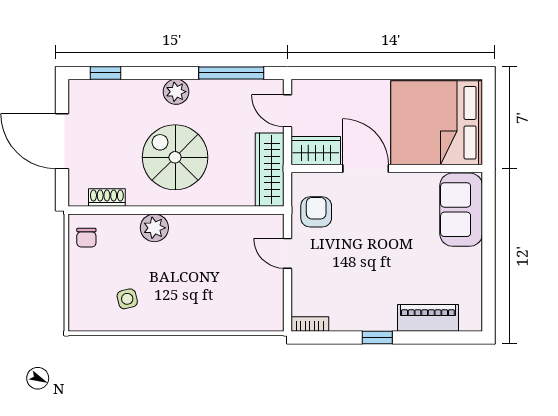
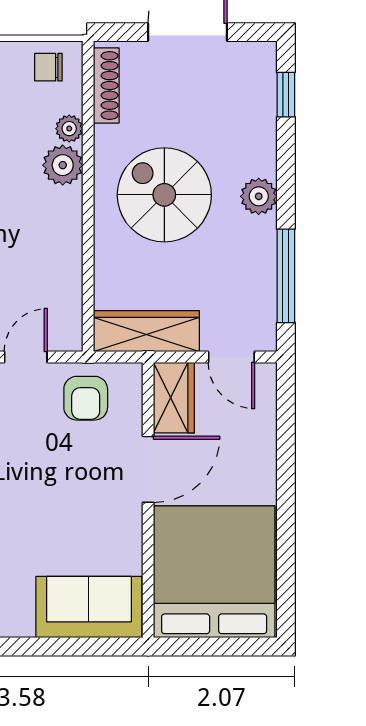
door: (288, 111) -> (231, 357), swing flipped
spiral stairs: (175, 157) -> (164, 195), turned -90
shoe rack: (107, 198) -> (106, 85), width x1.43
armchair: (316, 212) -> (86, 398), turned 90
plant: (129, 223) -> (69, 129), added

